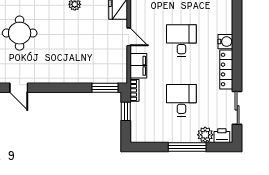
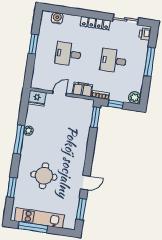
water cooler: (225, 42) -> (57, 18), moved
plant: (205, 135) -> (135, 98), moved

